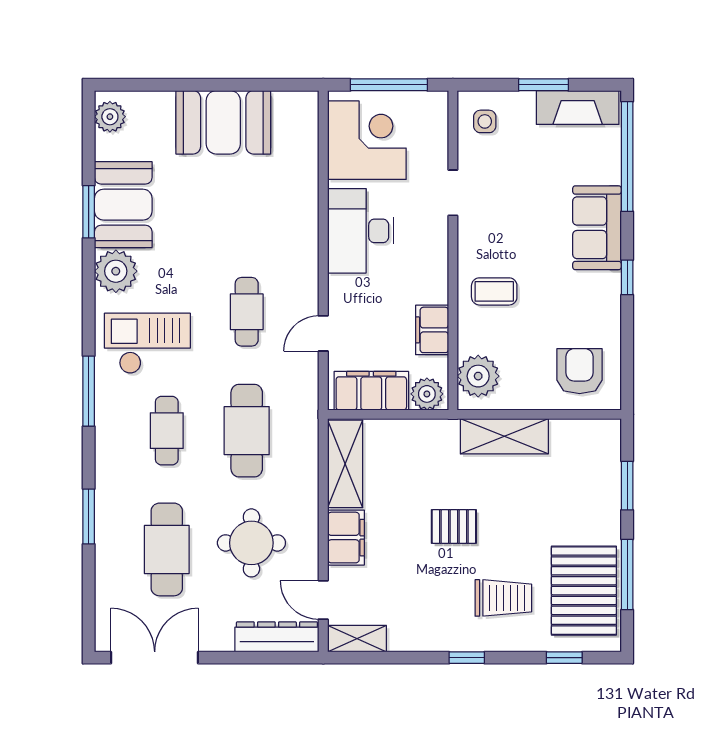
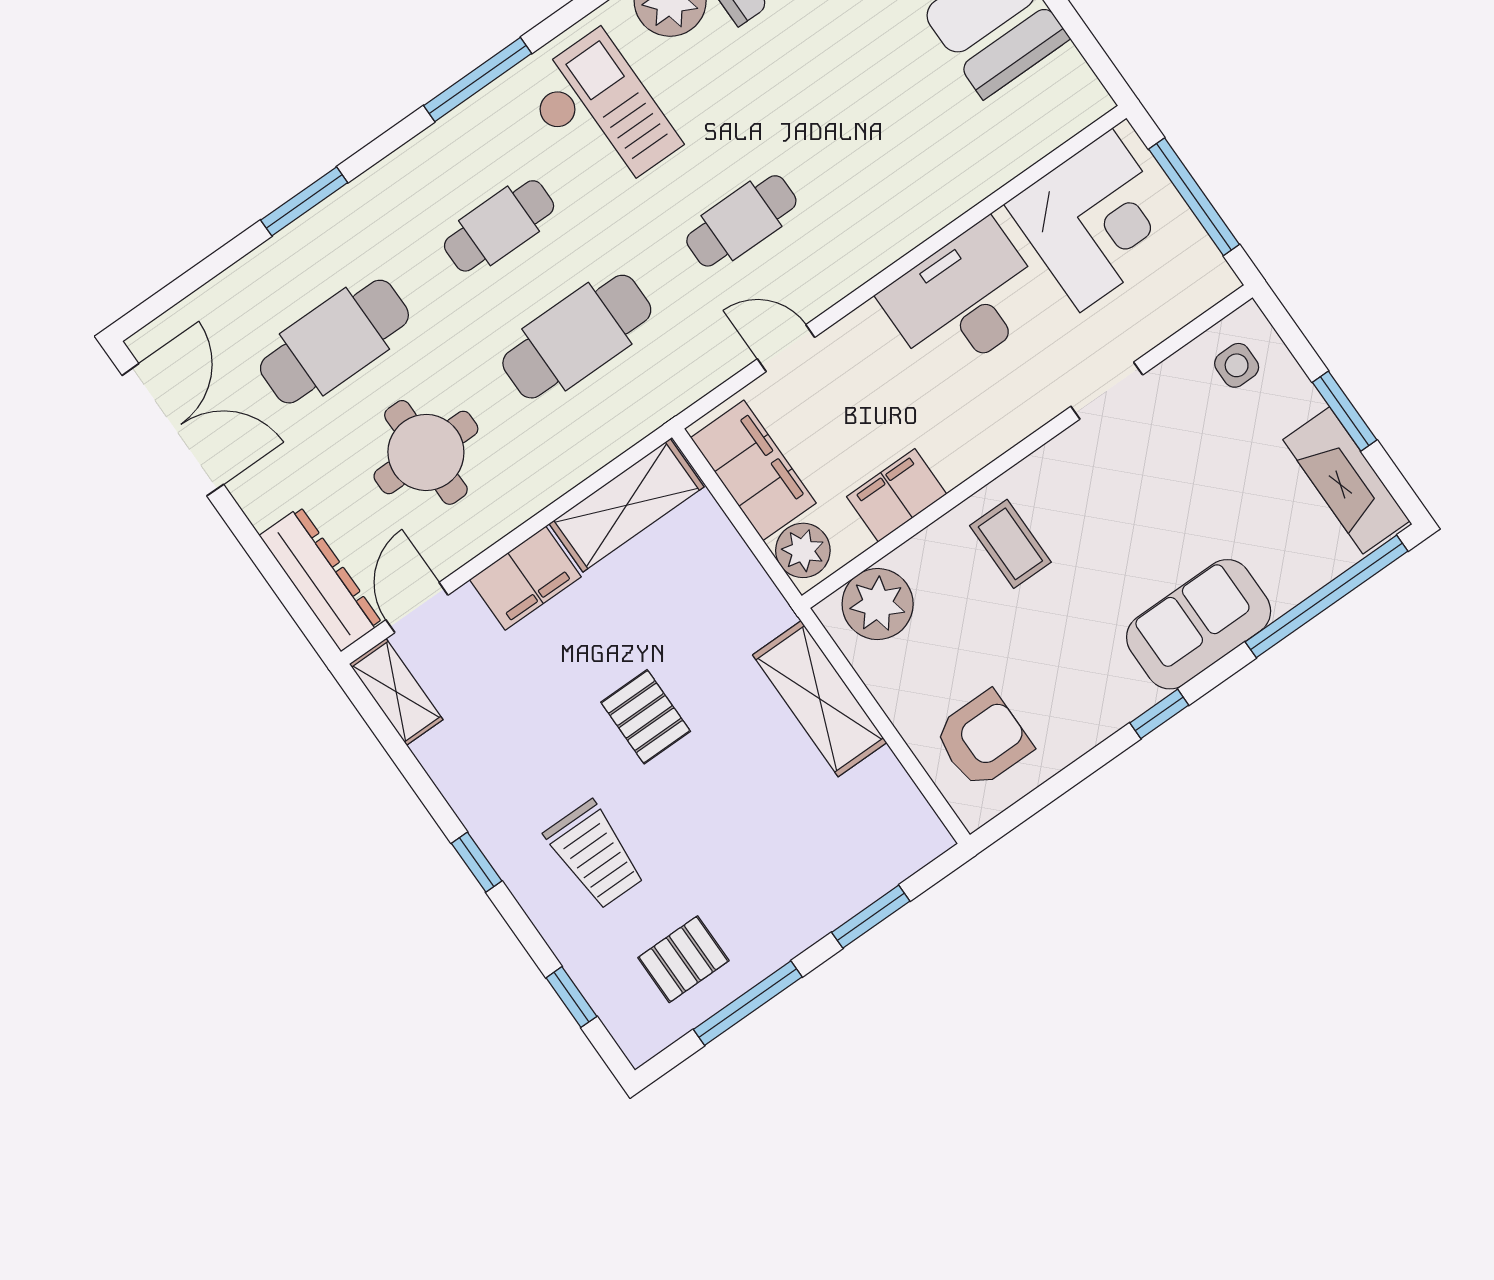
pallet: (584, 591) -> (683, 959), width x0.49, depth x0.50

